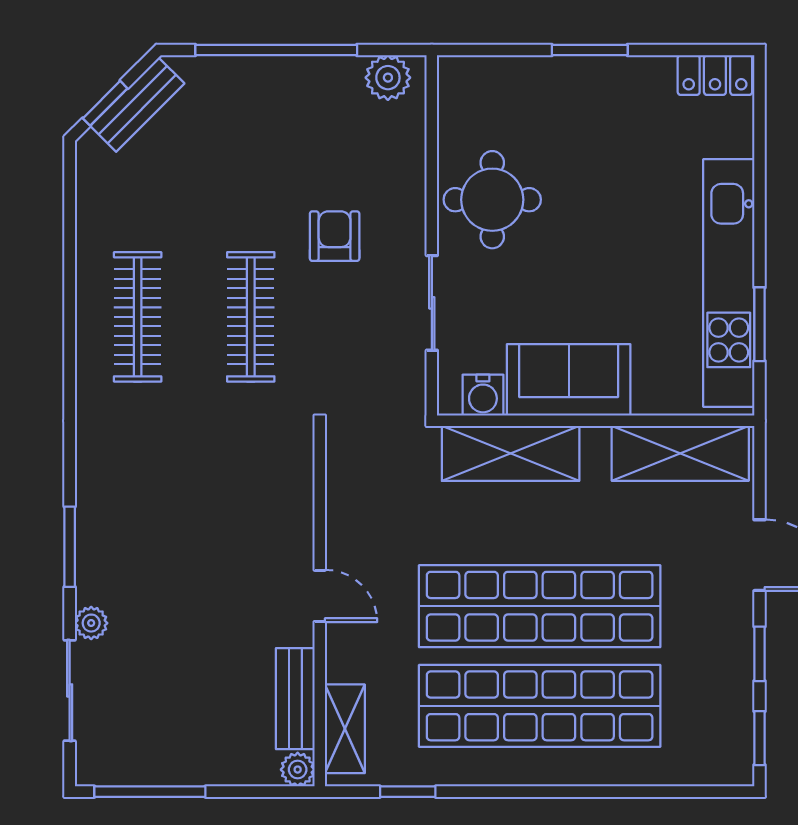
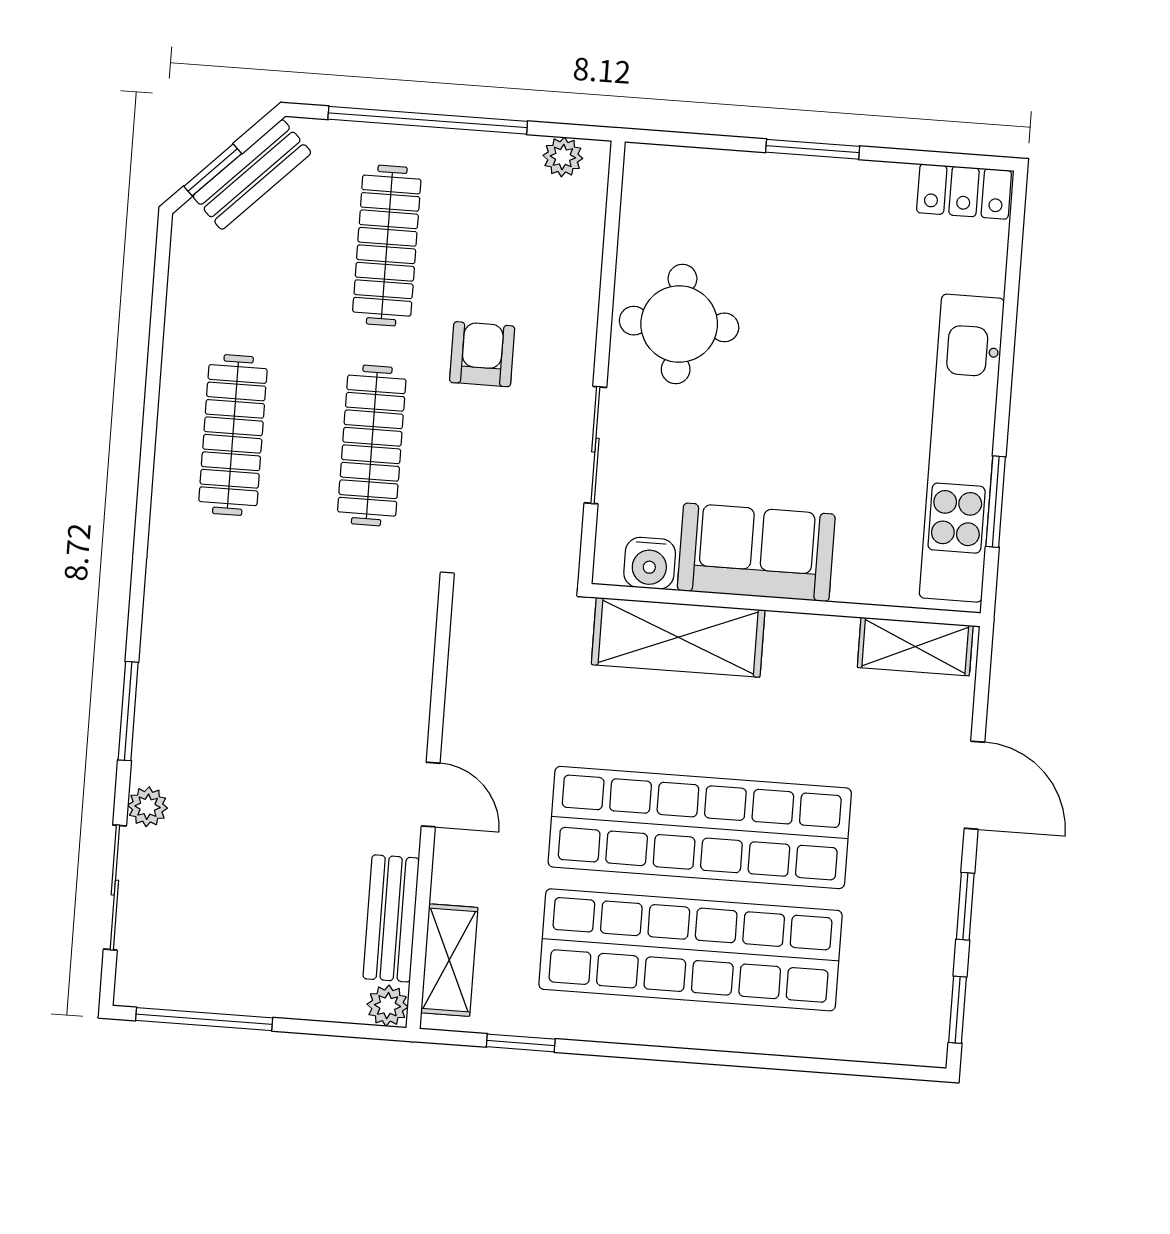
plant: (388, 78) -> (563, 157), width x0.73, depth x0.73
clothes rail: (251, 154) -> (387, 246), added
shelving: (680, 453) -> (915, 647), width x0.67, depth x0.75

